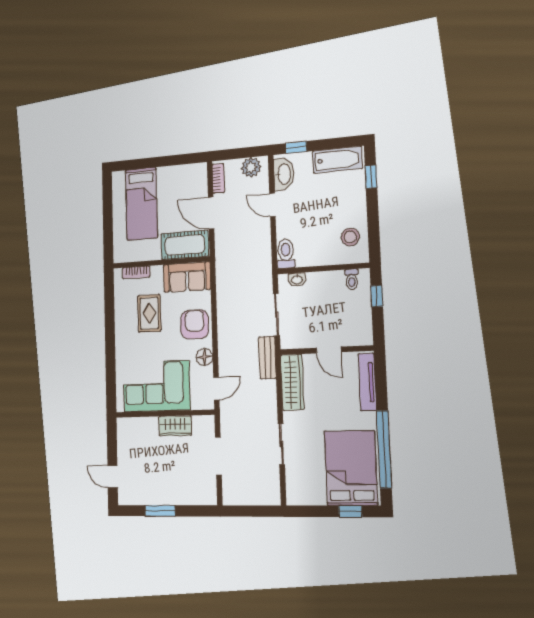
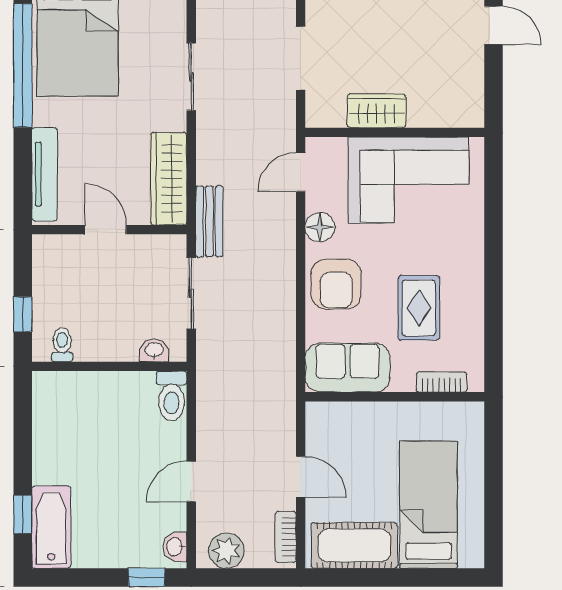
bathtub: (337, 160) -> (51, 527), moved, turned 90
washbasin: (284, 174) -> (175, 547), width x0.52, depth x0.69
door: (272, 205) -> (191, 482), swing flipped
door: (211, 213) -> (301, 477), width x0.73
stool: (350, 237) -> (61, 416), removed
cot: (185, 245) -> (354, 545), moved

